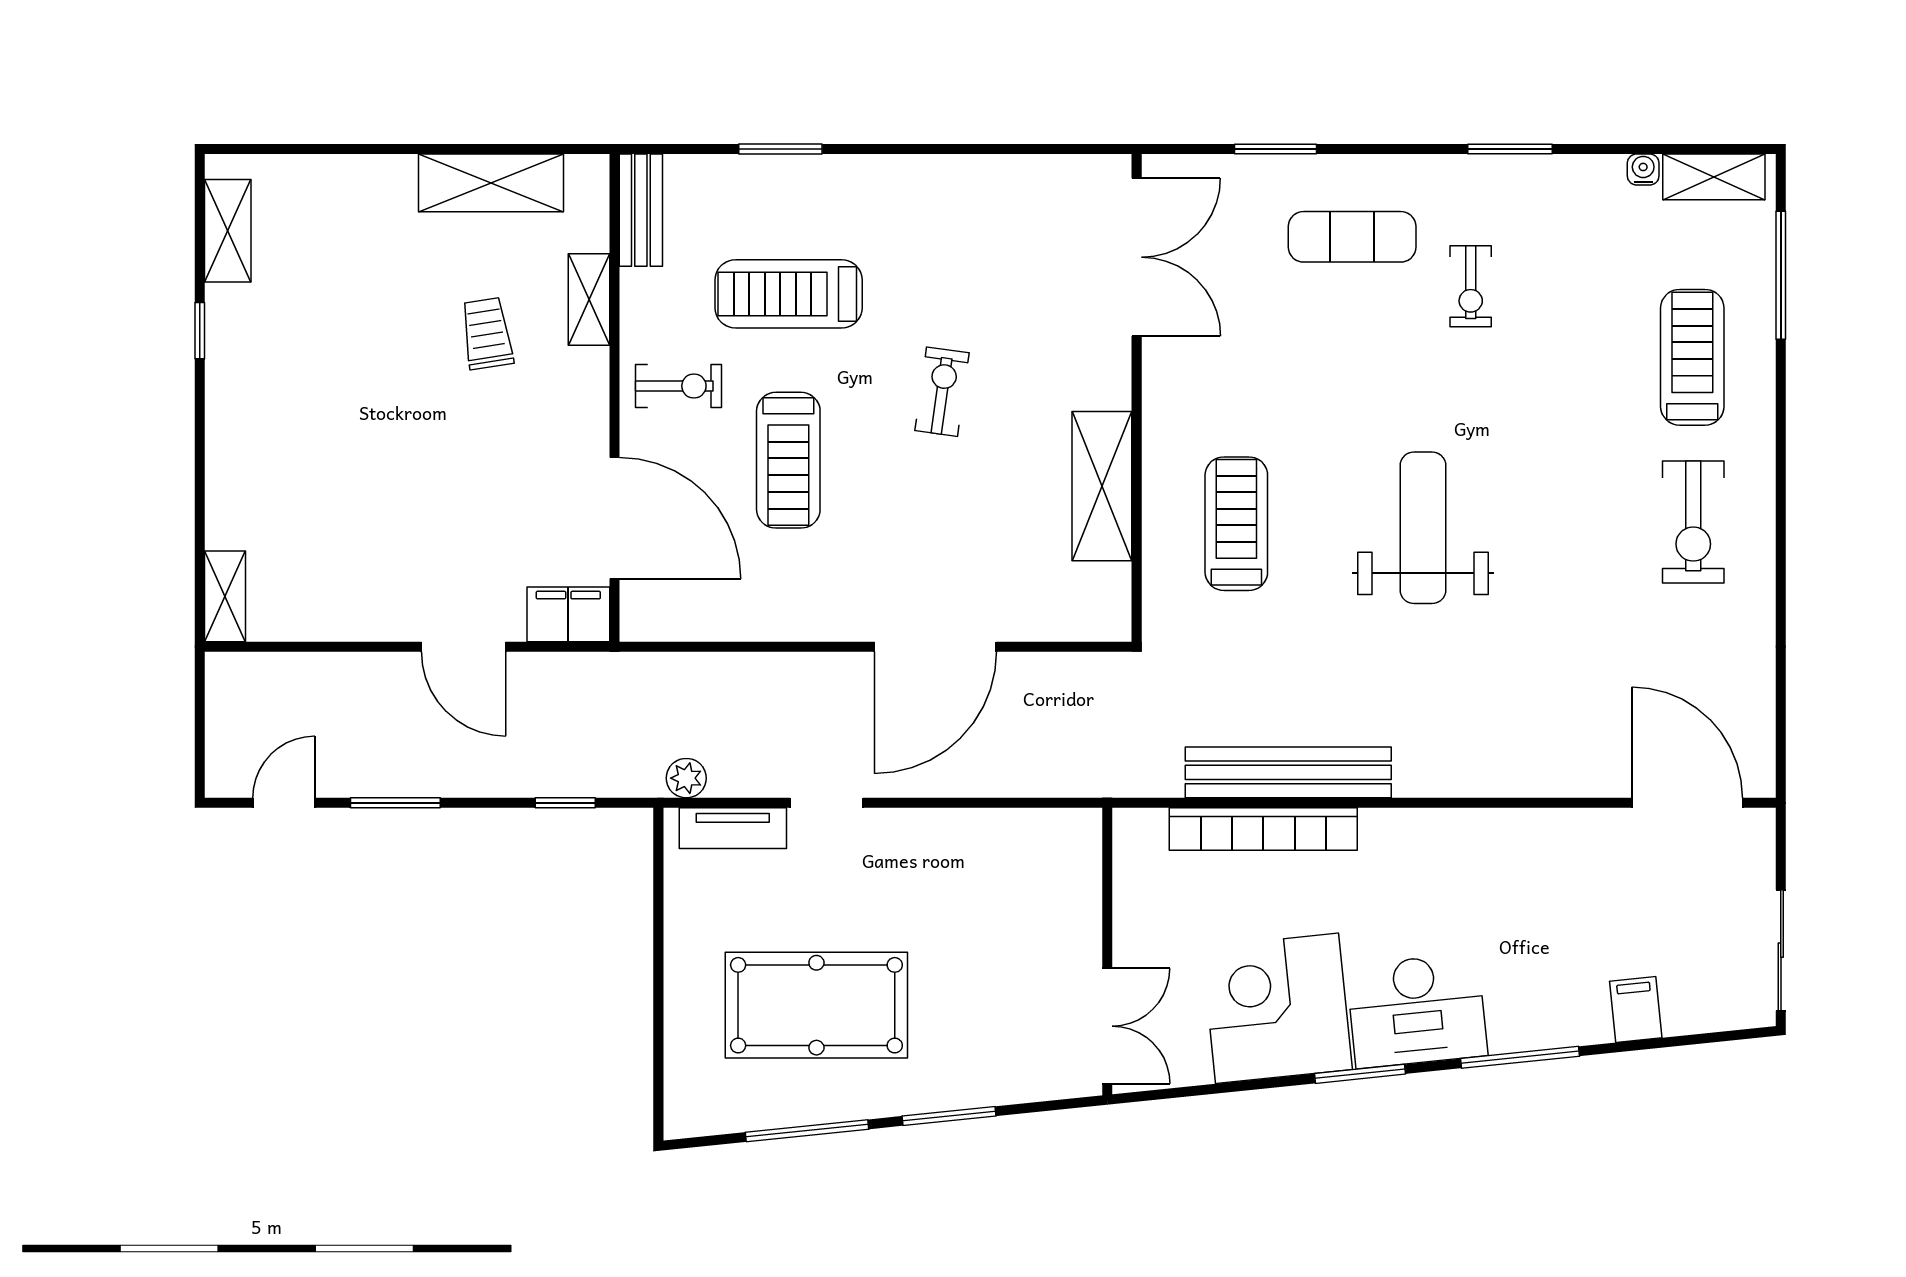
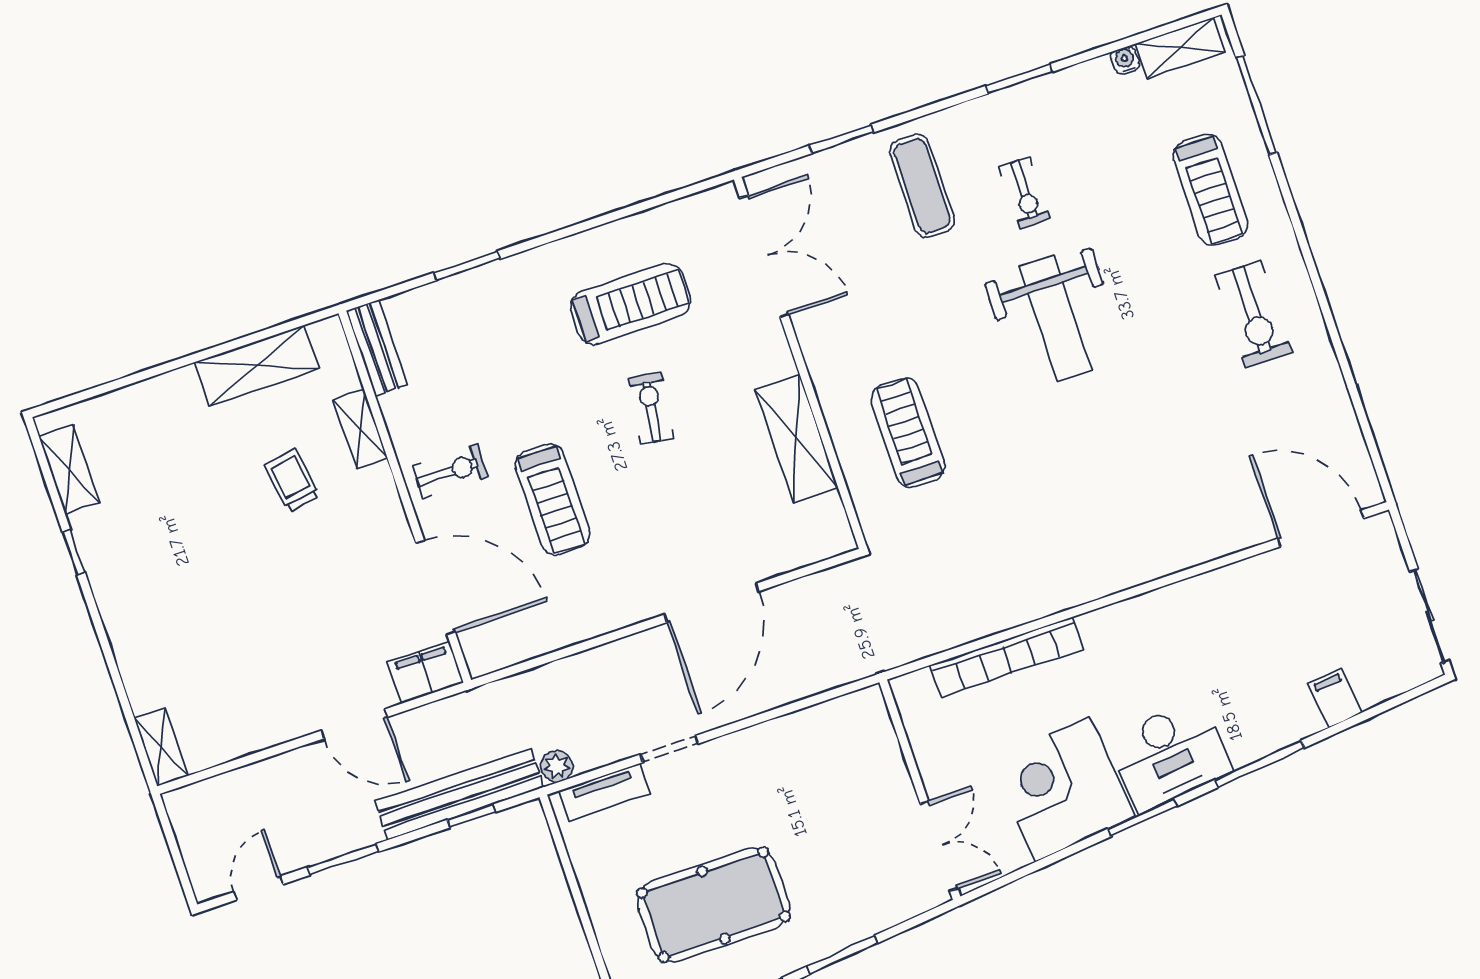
exercise mat: (1352, 237) -> (922, 186), turned 90
treadmill: (789, 294) -> (631, 304), moved, turned 180
treadmill: (1692, 357) -> (1210, 190), turned 180
weight bench: (1423, 528) -> (1056, 318), moved, turned 180
bench: (1288, 772) -> (459, 794), moved

